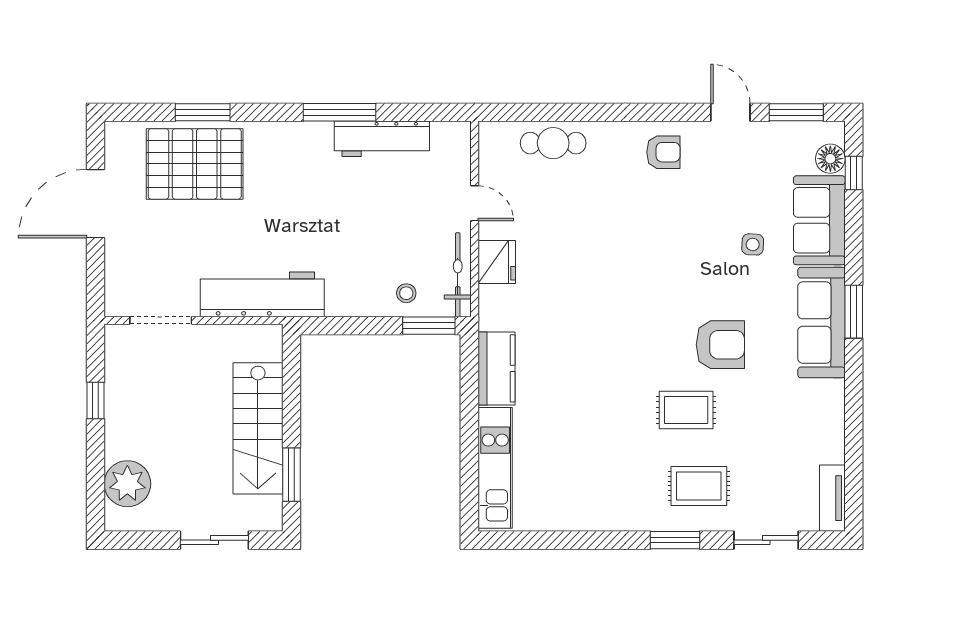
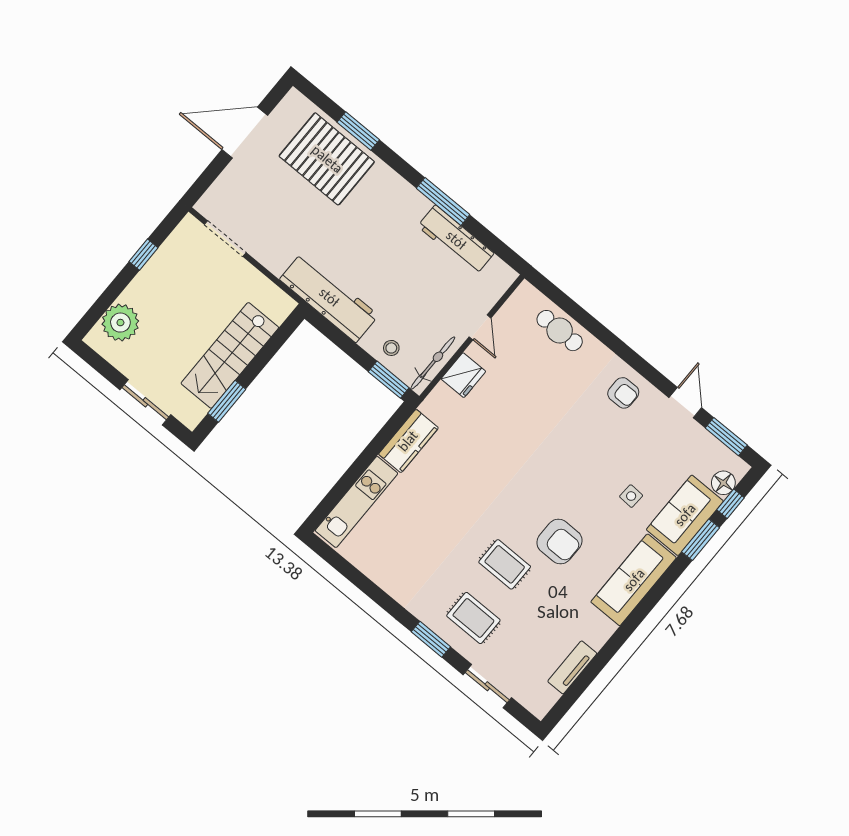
workbench: (262, 294) -> (329, 297), moved
window: (854, 312) -> (701, 540), moved
tv unit: (832, 498) -> (572, 667), moved

